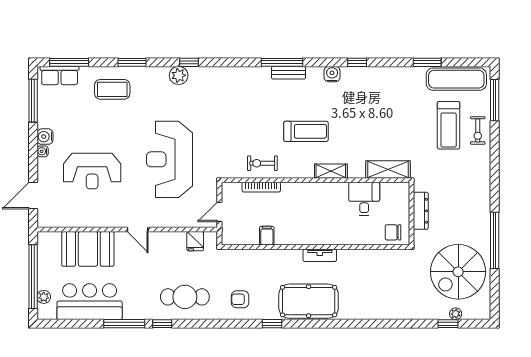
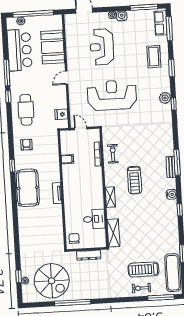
spiral stairs: (458, 272) -> (52, 281), turned 180

